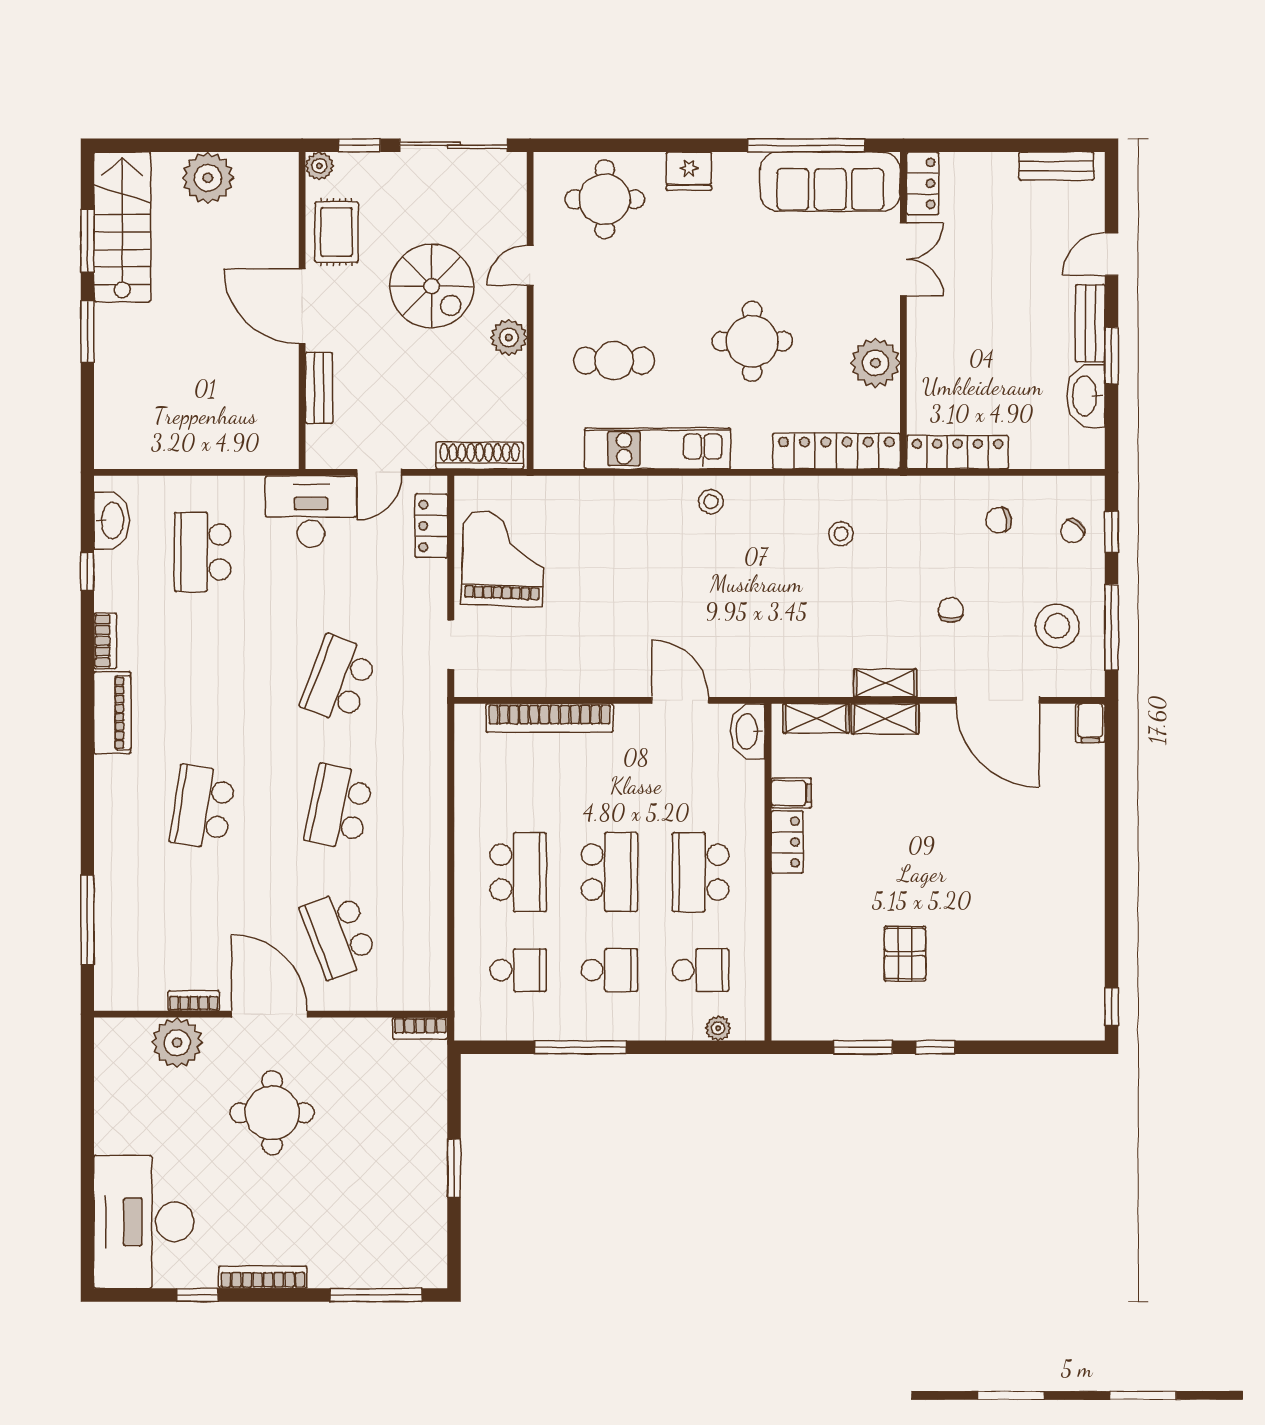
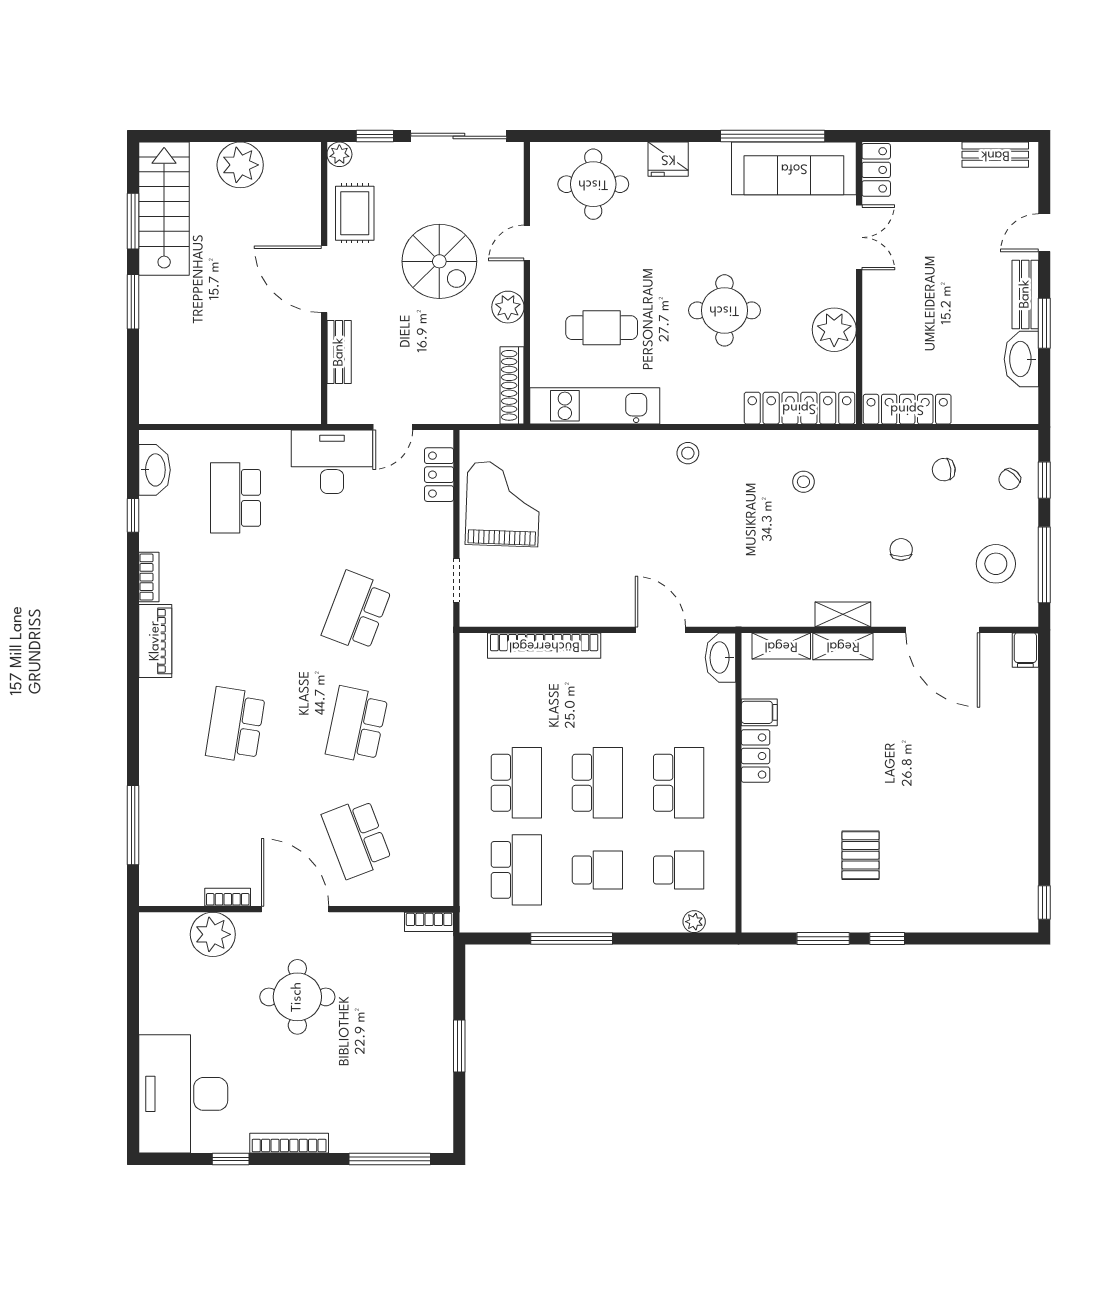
kitchen unit: (658, 449) -> (595, 406), moved
shoe rack: (480, 456) -> (512, 385), moved, turned -90
school desk: (701, 872) -> (679, 783), turned 180
school desk: (518, 970) -> (516, 870), width x1.85

